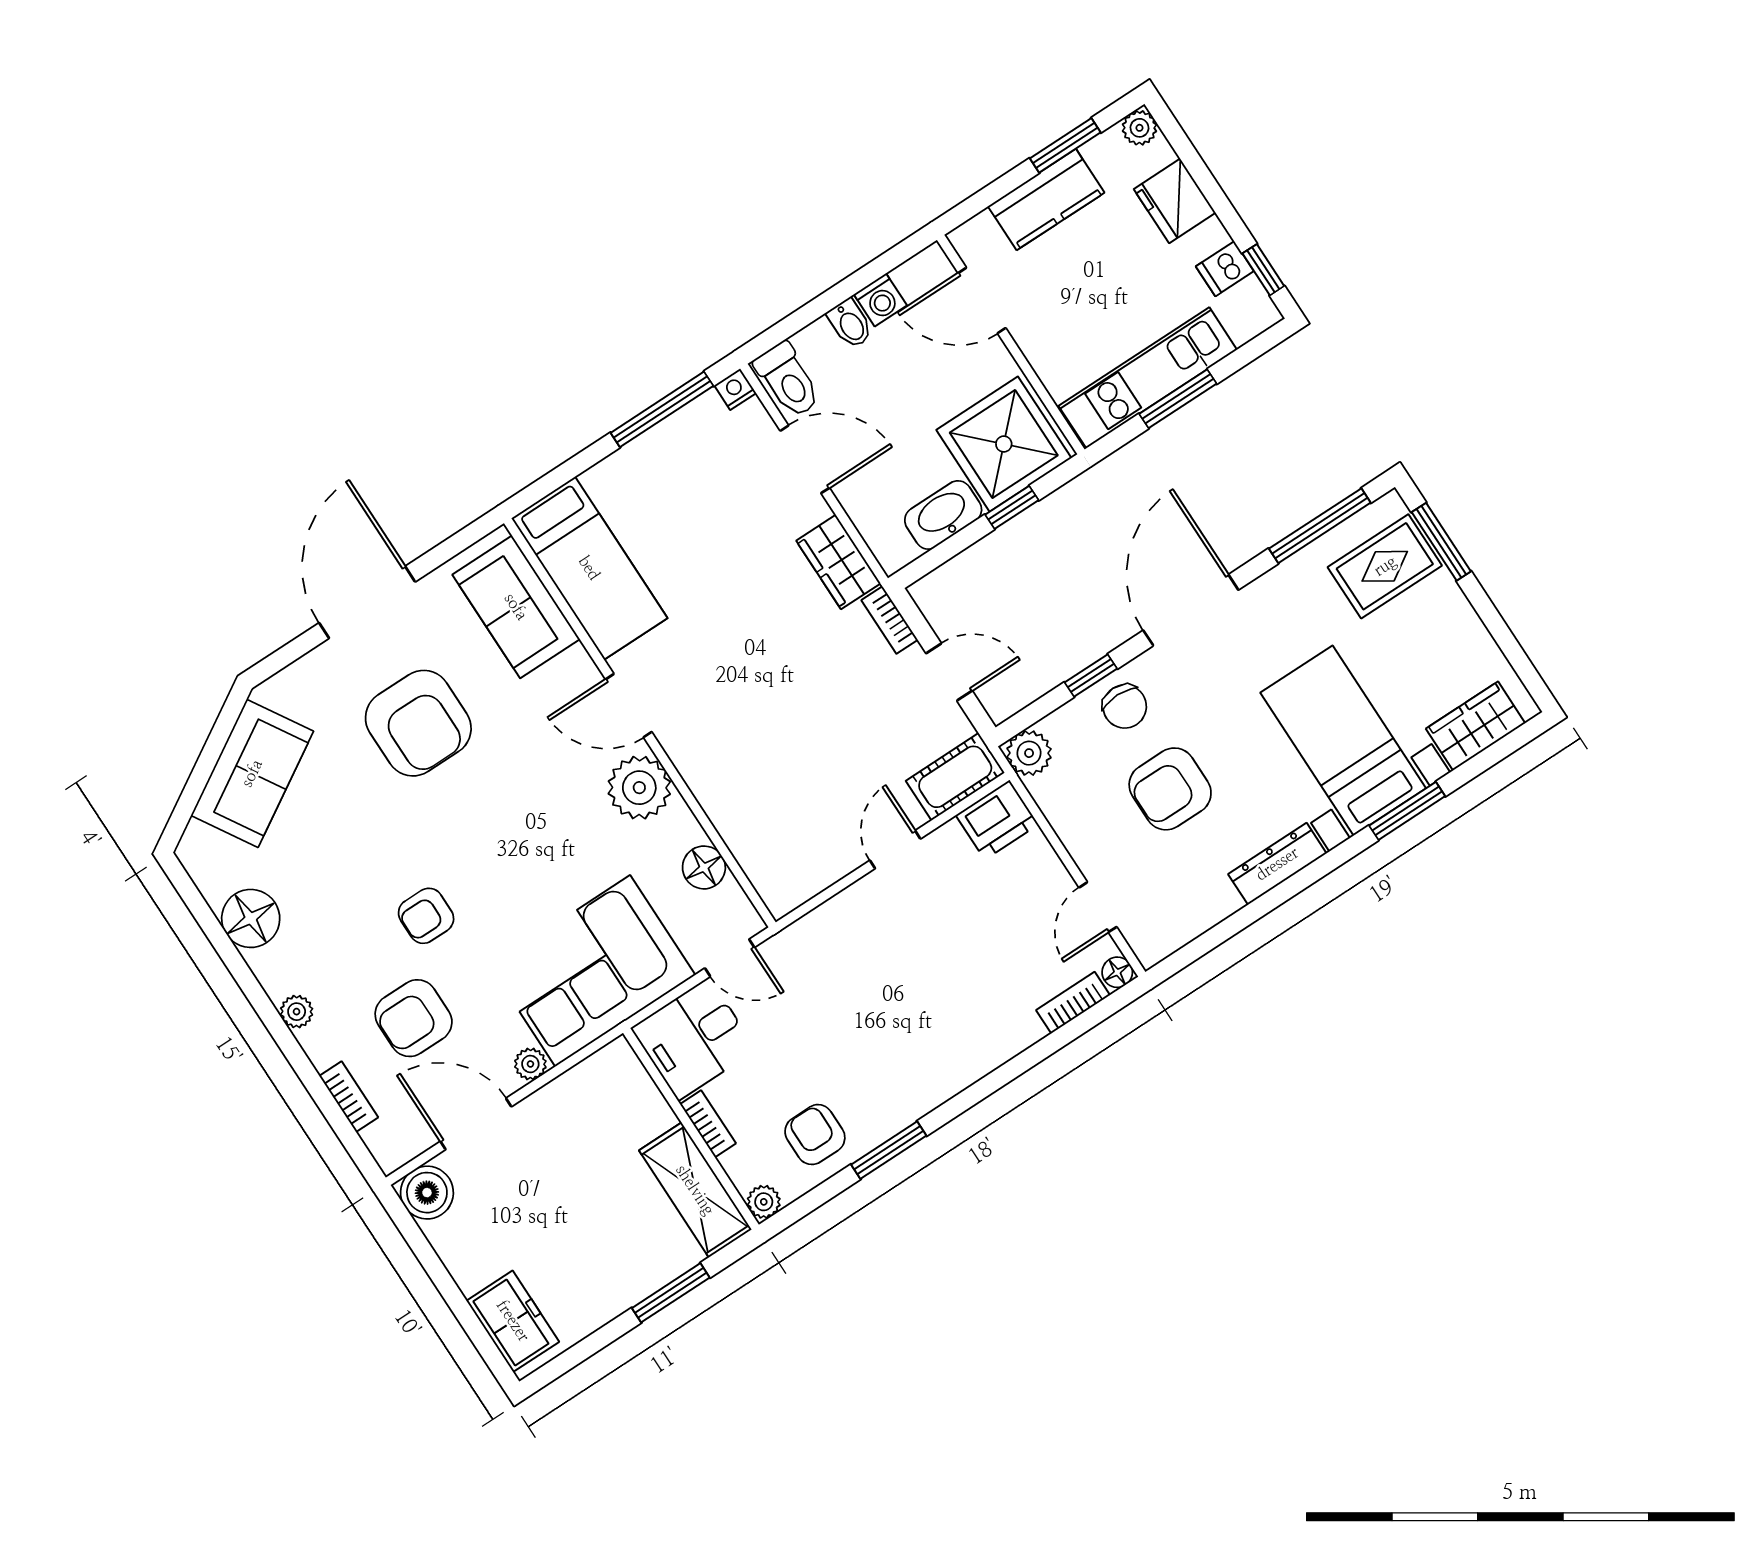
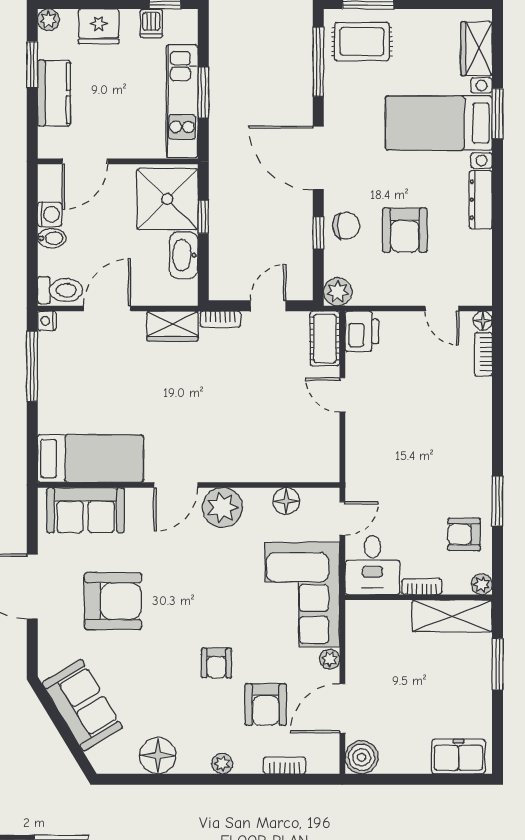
rug: (1385, 566) -> (362, 42), turned 90

